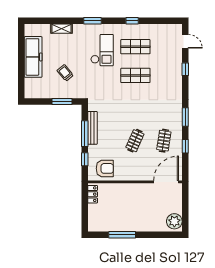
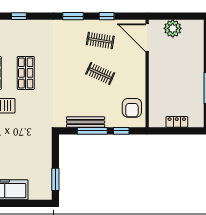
trolley: (65, 73) -> (23, 153), removed
window: (62, 101) -> (55, 179), moved
armchair: (105, 168) -> (132, 108), turned 180
locker: (93, 194) -> (177, 122), moved
plant: (174, 221) -> (173, 28), moved

